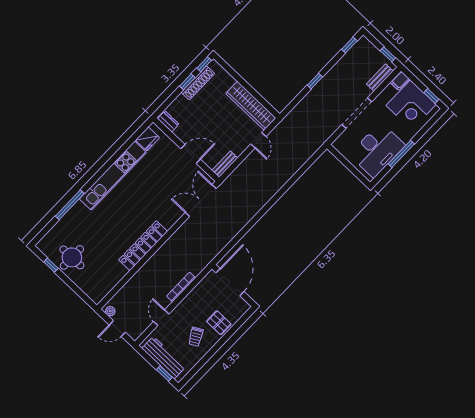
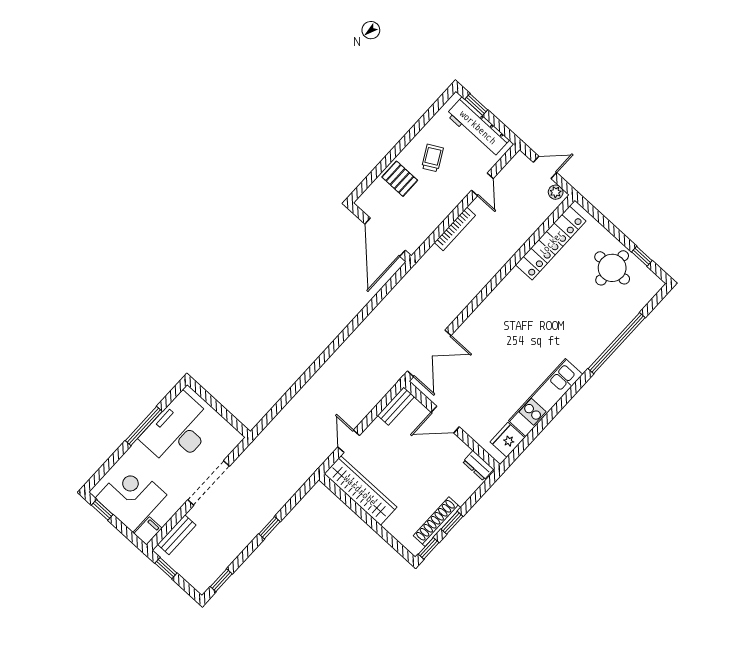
kitchen unit: (113, 176) -> (546, 398), width x0.73
window: (70, 205) -> (617, 343), width x1.46
locker: (143, 246) -> (551, 243), moved

